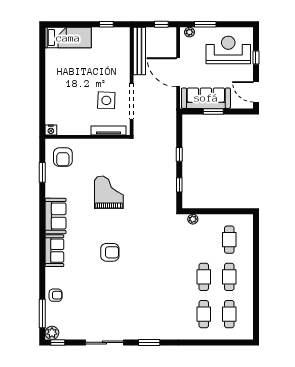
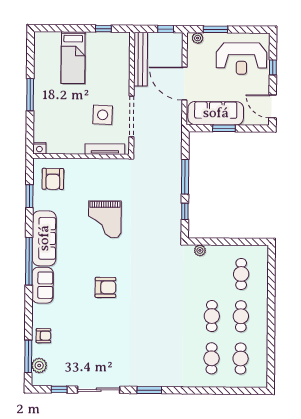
bed: (68, 38) -> (73, 58), moved, turned 90
reception desk: (228, 50) -> (241, 59), turned 180
window: (42, 83) -> (30, 95), added
window: (179, 154) -> (185, 177), width x2.17
grand piano: (109, 192) -> (105, 219), turned 180
sofa: (56, 216) -> (44, 238), width x1.36
window: (42, 230) -> (29, 261), added
plant: (52, 333) -> (39, 365), moved
window: (58, 342) -> (59, 389), moved

